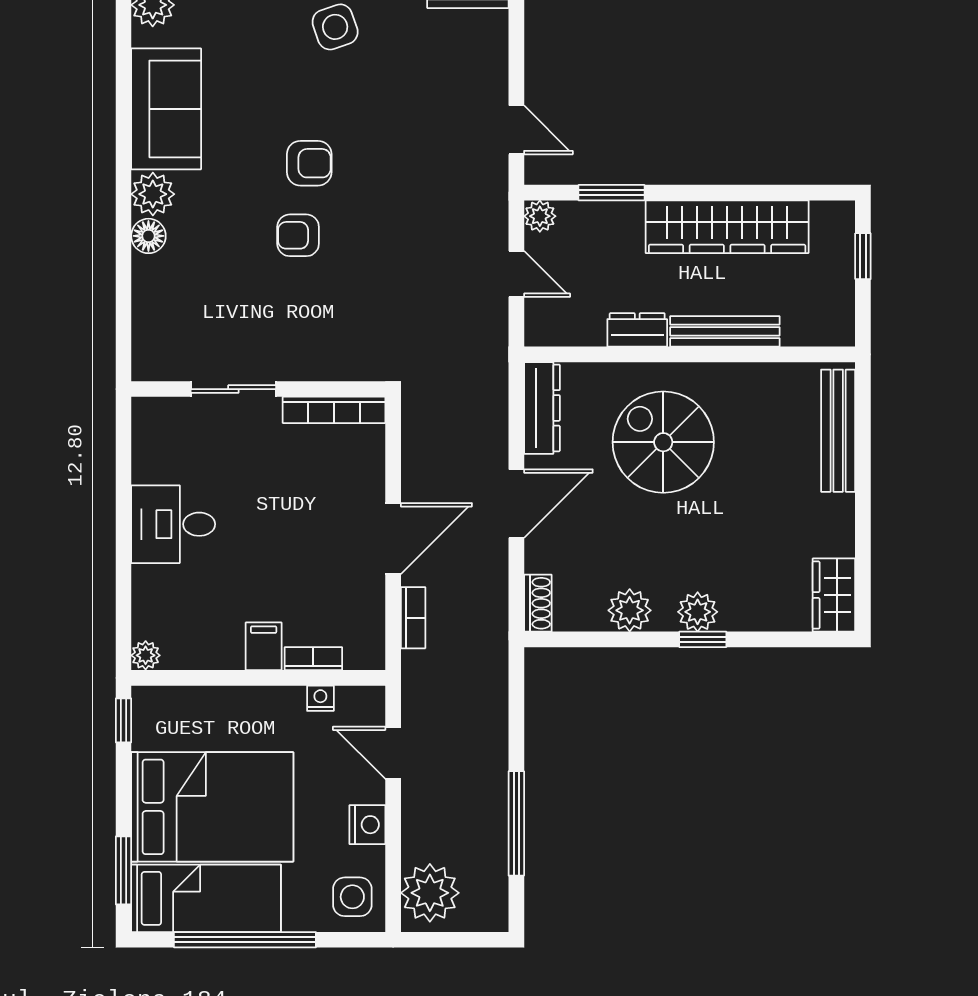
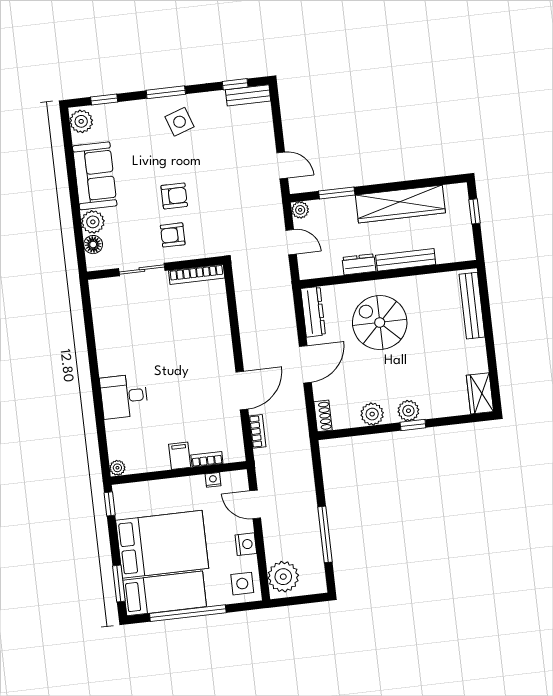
sliding door: (233, 389) -> (142, 270), moved
wall: (258, 389) -> (155, 268), moved
bookcase: (334, 410) -> (197, 274), moved

